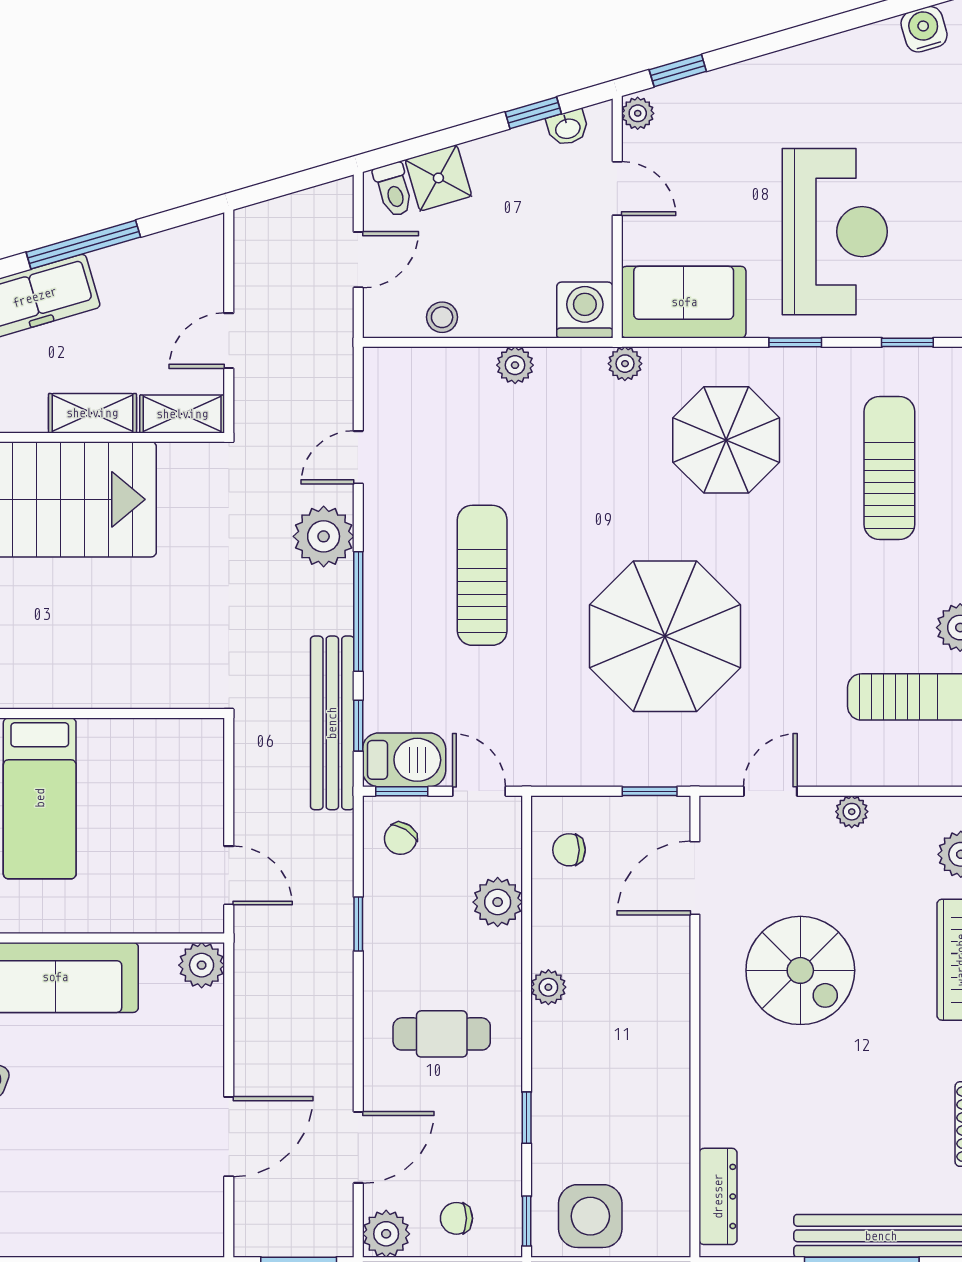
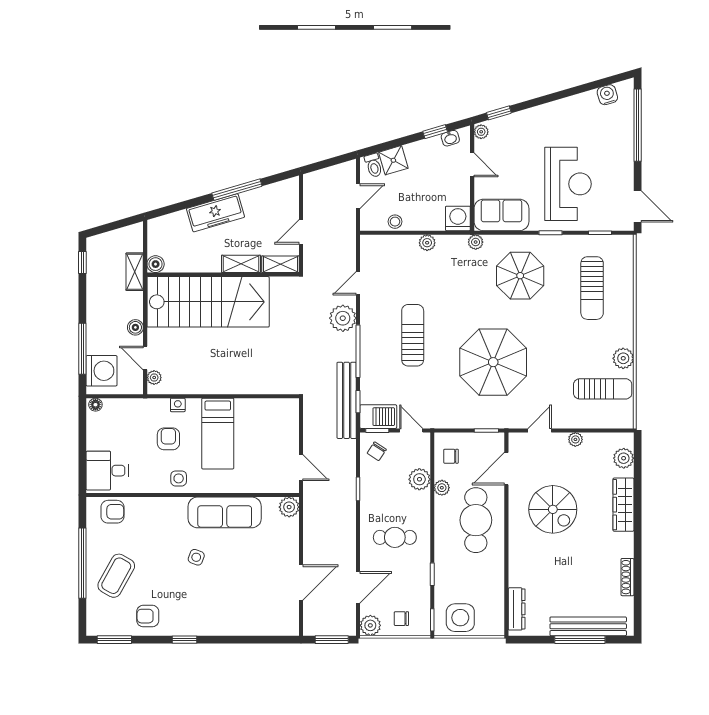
sun lounger: (889, 468) -> (592, 288), turned 180
plant: (548, 987) -> (442, 488), moved
cafe table: (626, 995) -> (476, 520), added

